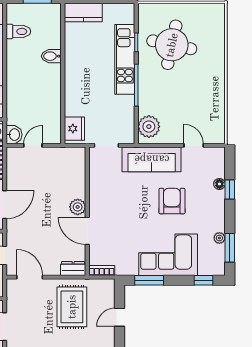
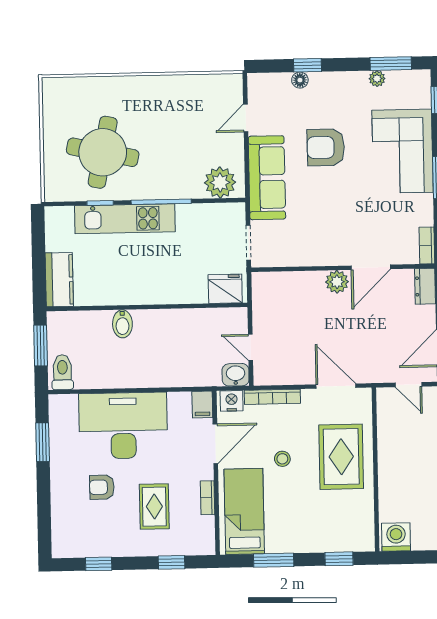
toilet: (18, 31) -> (62, 372), moved

